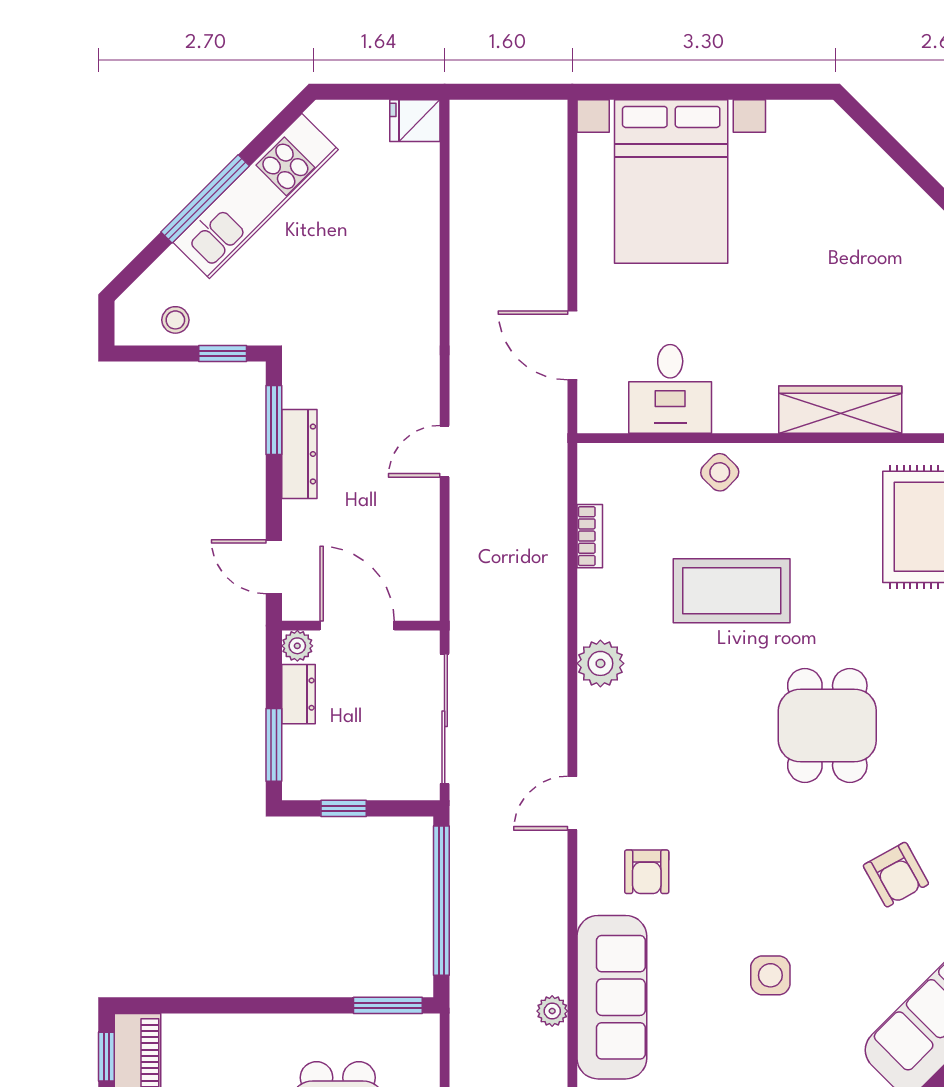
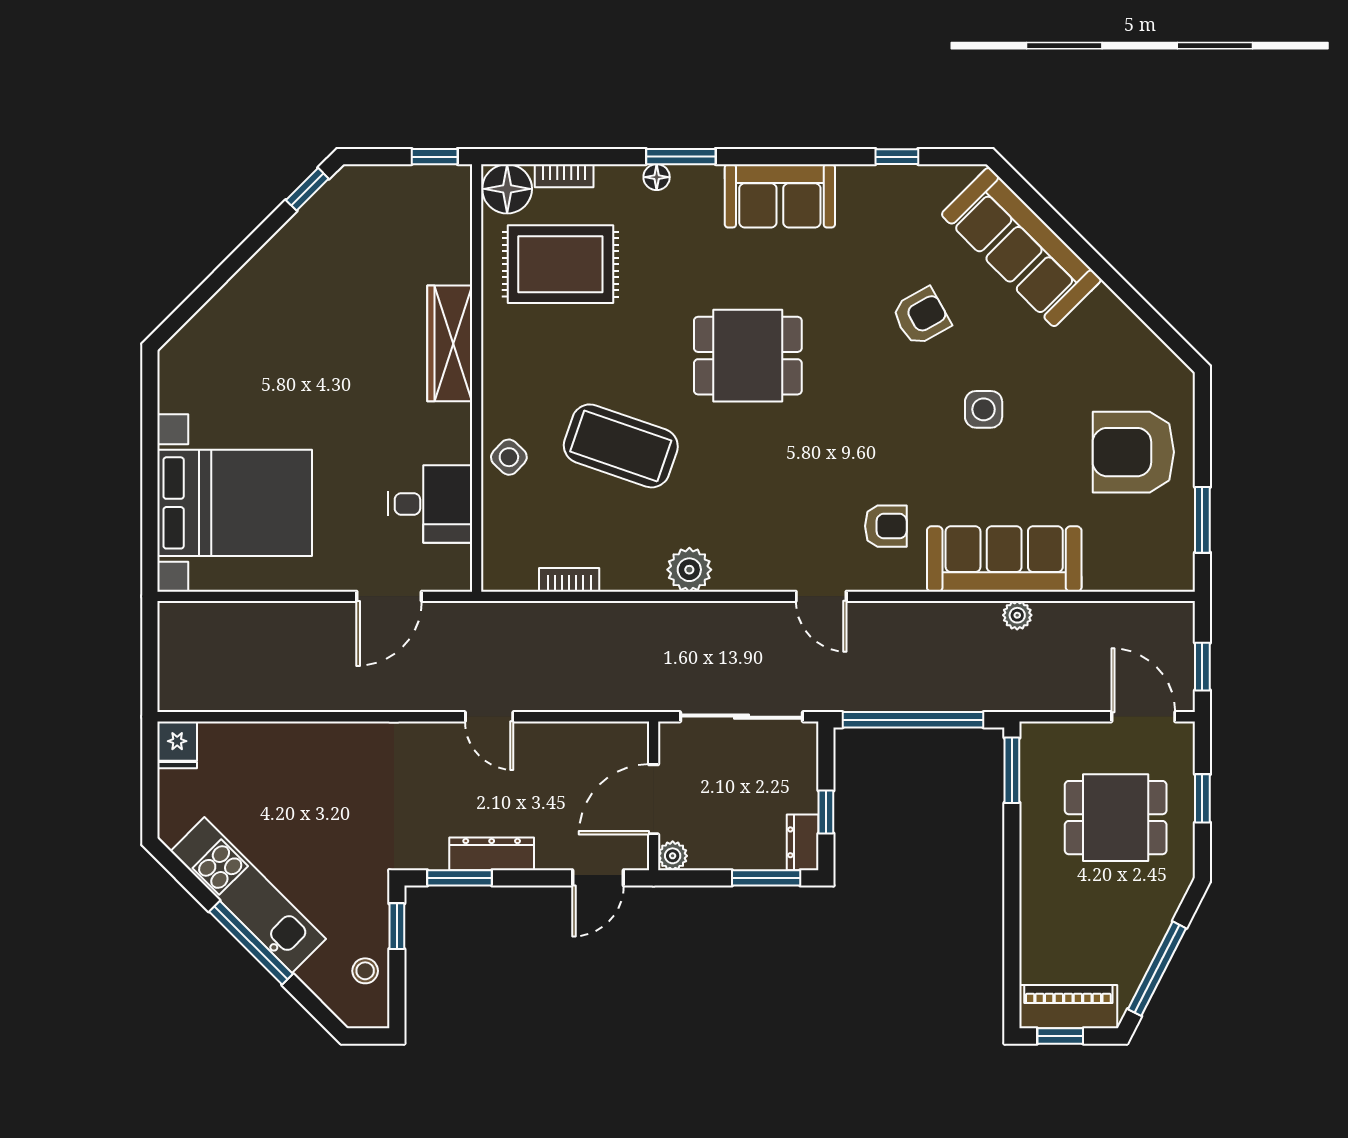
coffee table: (732, 591) -> (621, 446), turned -71
dresser: (299, 694) -> (803, 842), moved, turned -90
armchair: (896, 875) -> (921, 316), moved

